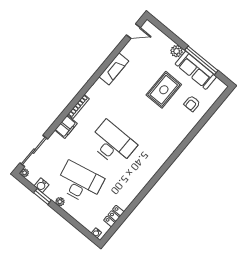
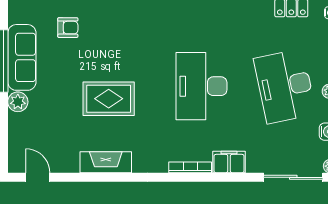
rug: (164, 90) -> (109, 99), moved

